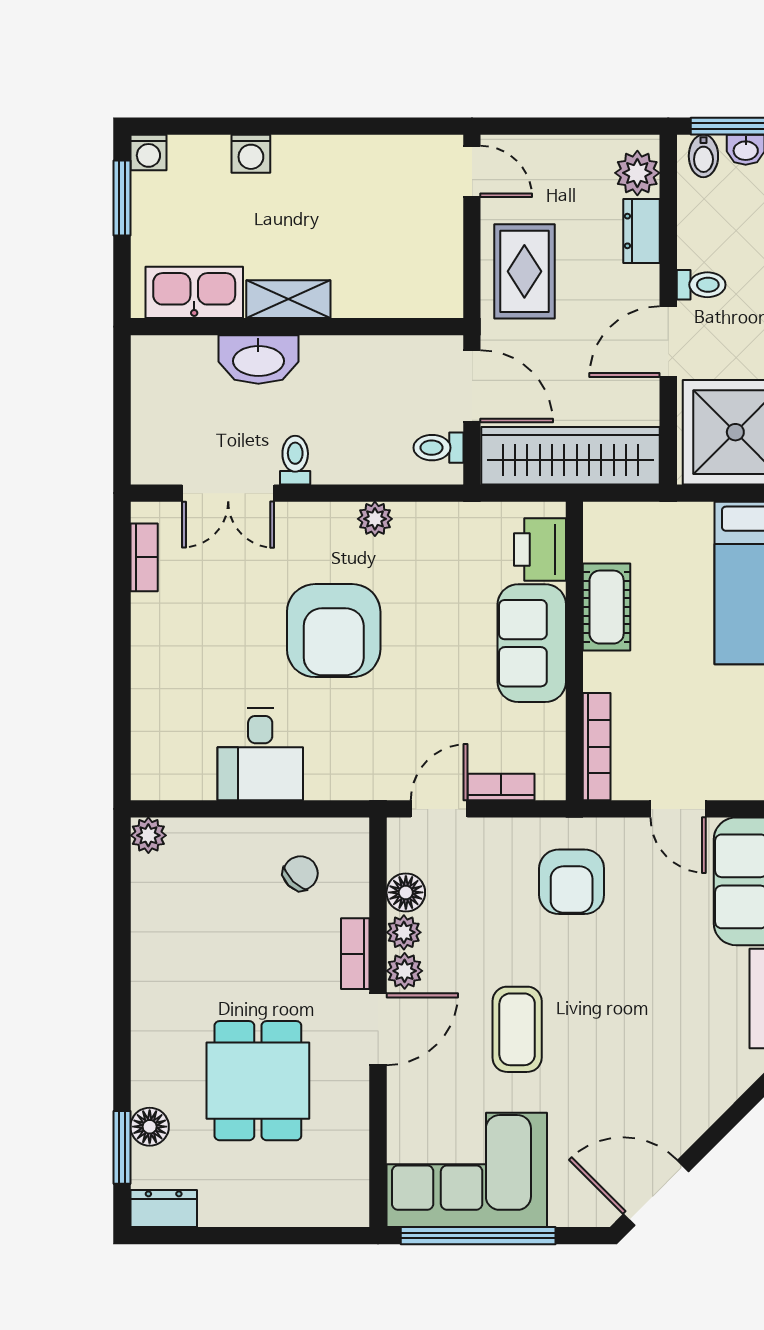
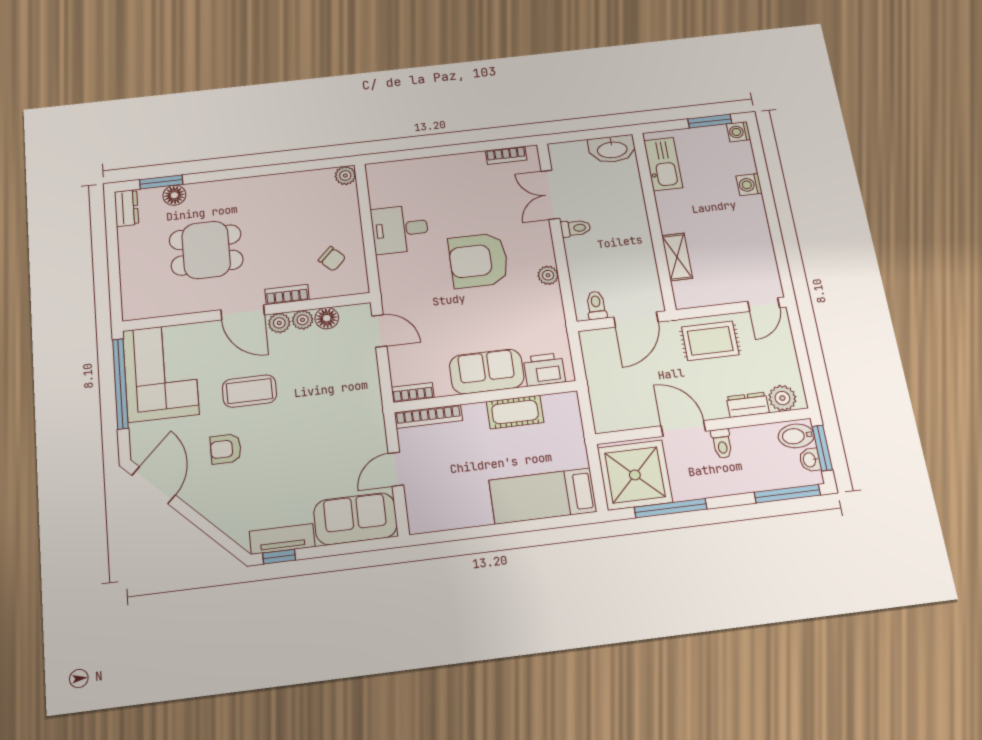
bidet: (703, 156) -> (796, 436), width x1.38, depth x1.36
shelving: (288, 299) -> (677, 257), moved
washbasin: (258, 359) -> (612, 149), moved, turned -90
wardrobe: (571, 456) -> (604, 380), removed
bookcase: (501, 787) -> (413, 392), moved, turned -90
armchair: (572, 882) -> (226, 449), moved, width x0.72, depth x0.72

